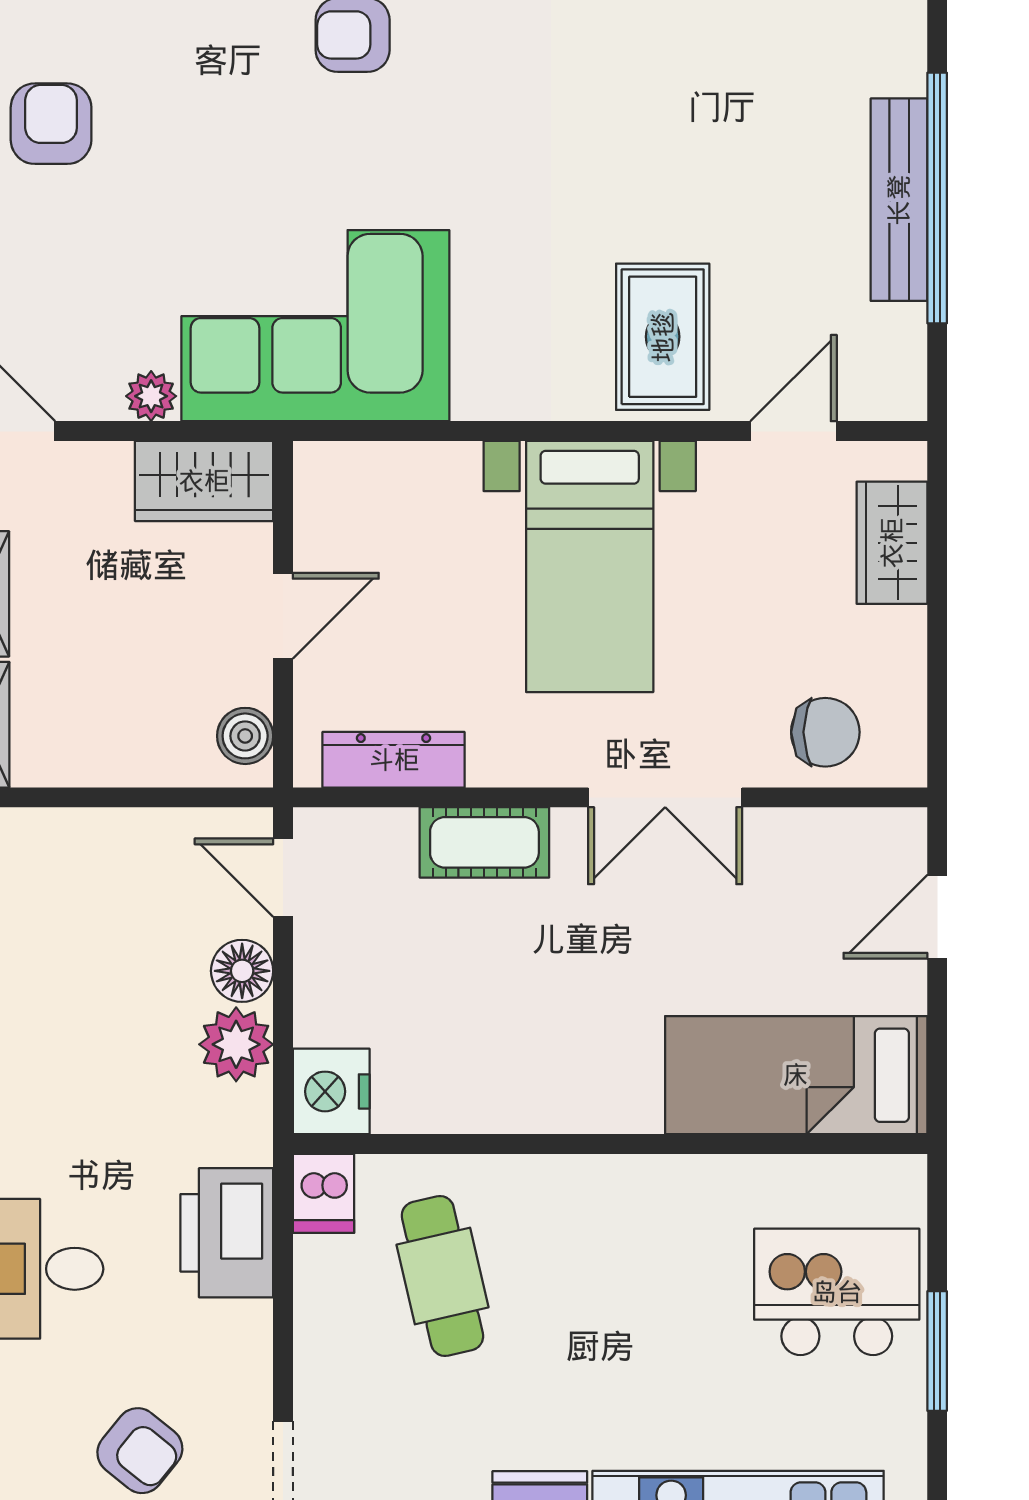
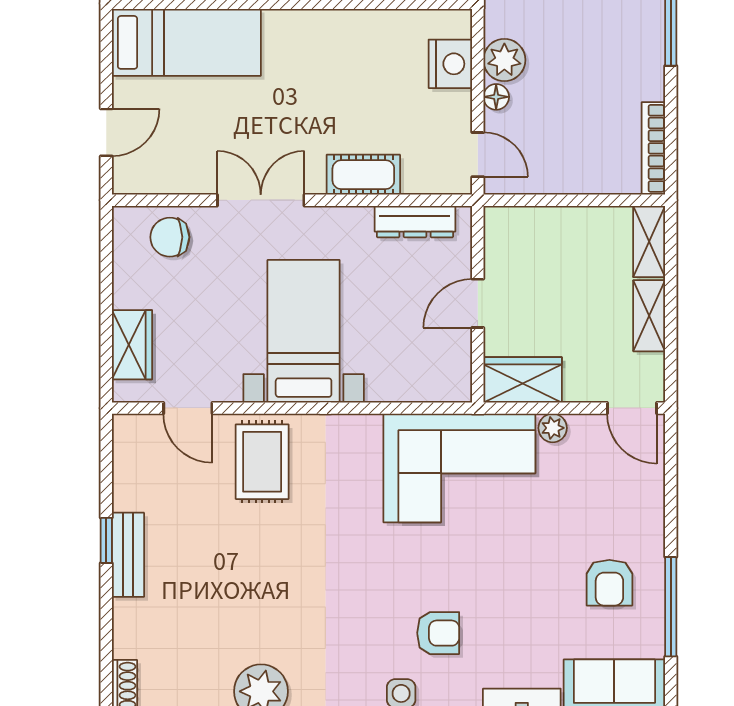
window: (937, 198) -> (106, 540), width x0.32
bench: (899, 200) -> (128, 555), width x0.73
door: (794, 431) -> (188, 408), hinge flipped
boiler: (245, 736) -> (499, 235), removed
floor lamp: (242, 971) -> (496, 97), width x0.73, depth x0.73
nightstand: (331, 1091) -> (450, 64), moved

